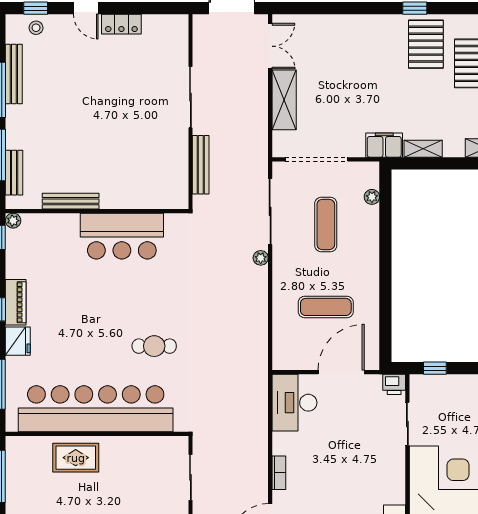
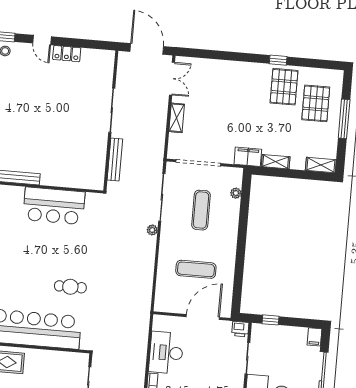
shelving: (284, 100) -> (177, 118), width x0.67, depth x0.75
desk: (294, 403) -> (166, 353), moved

